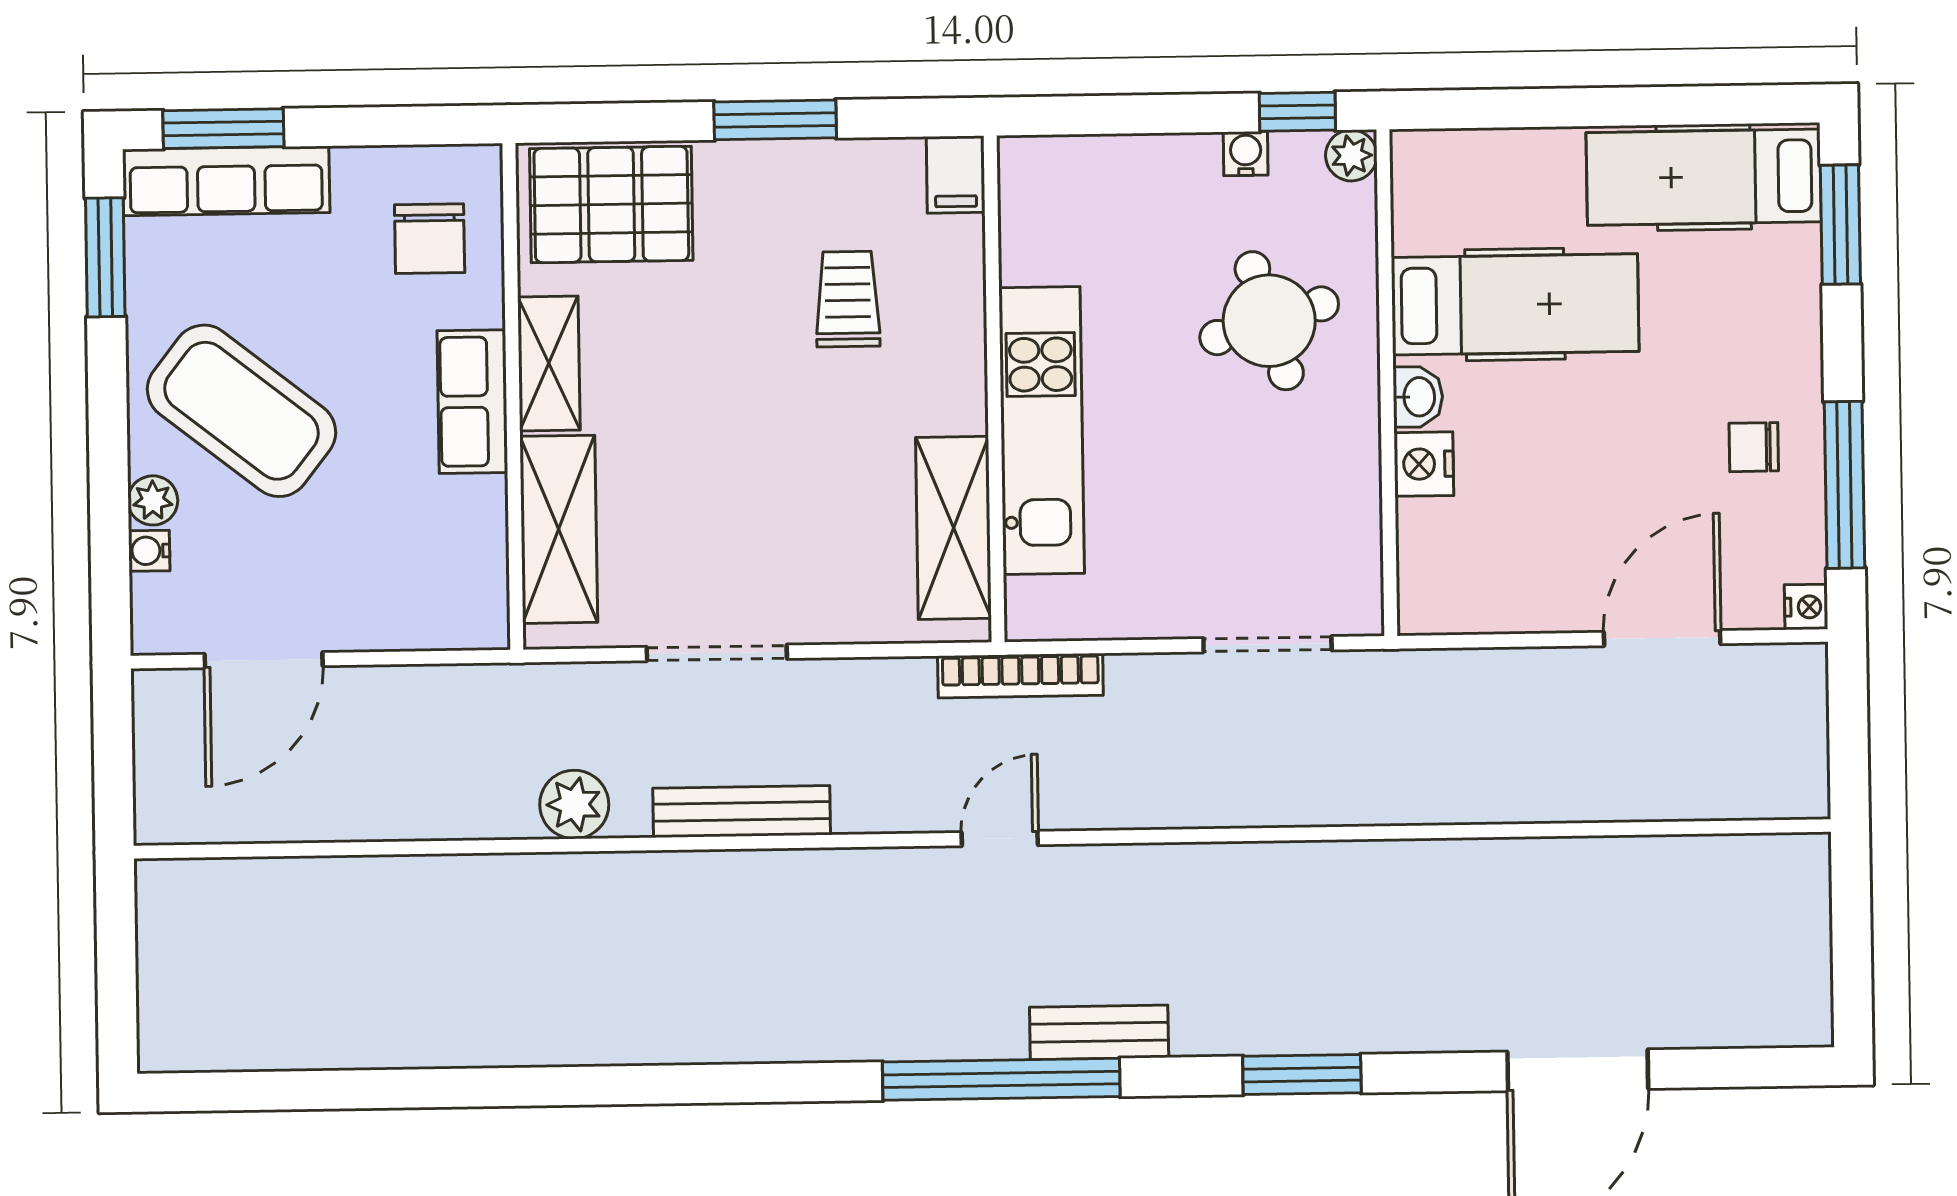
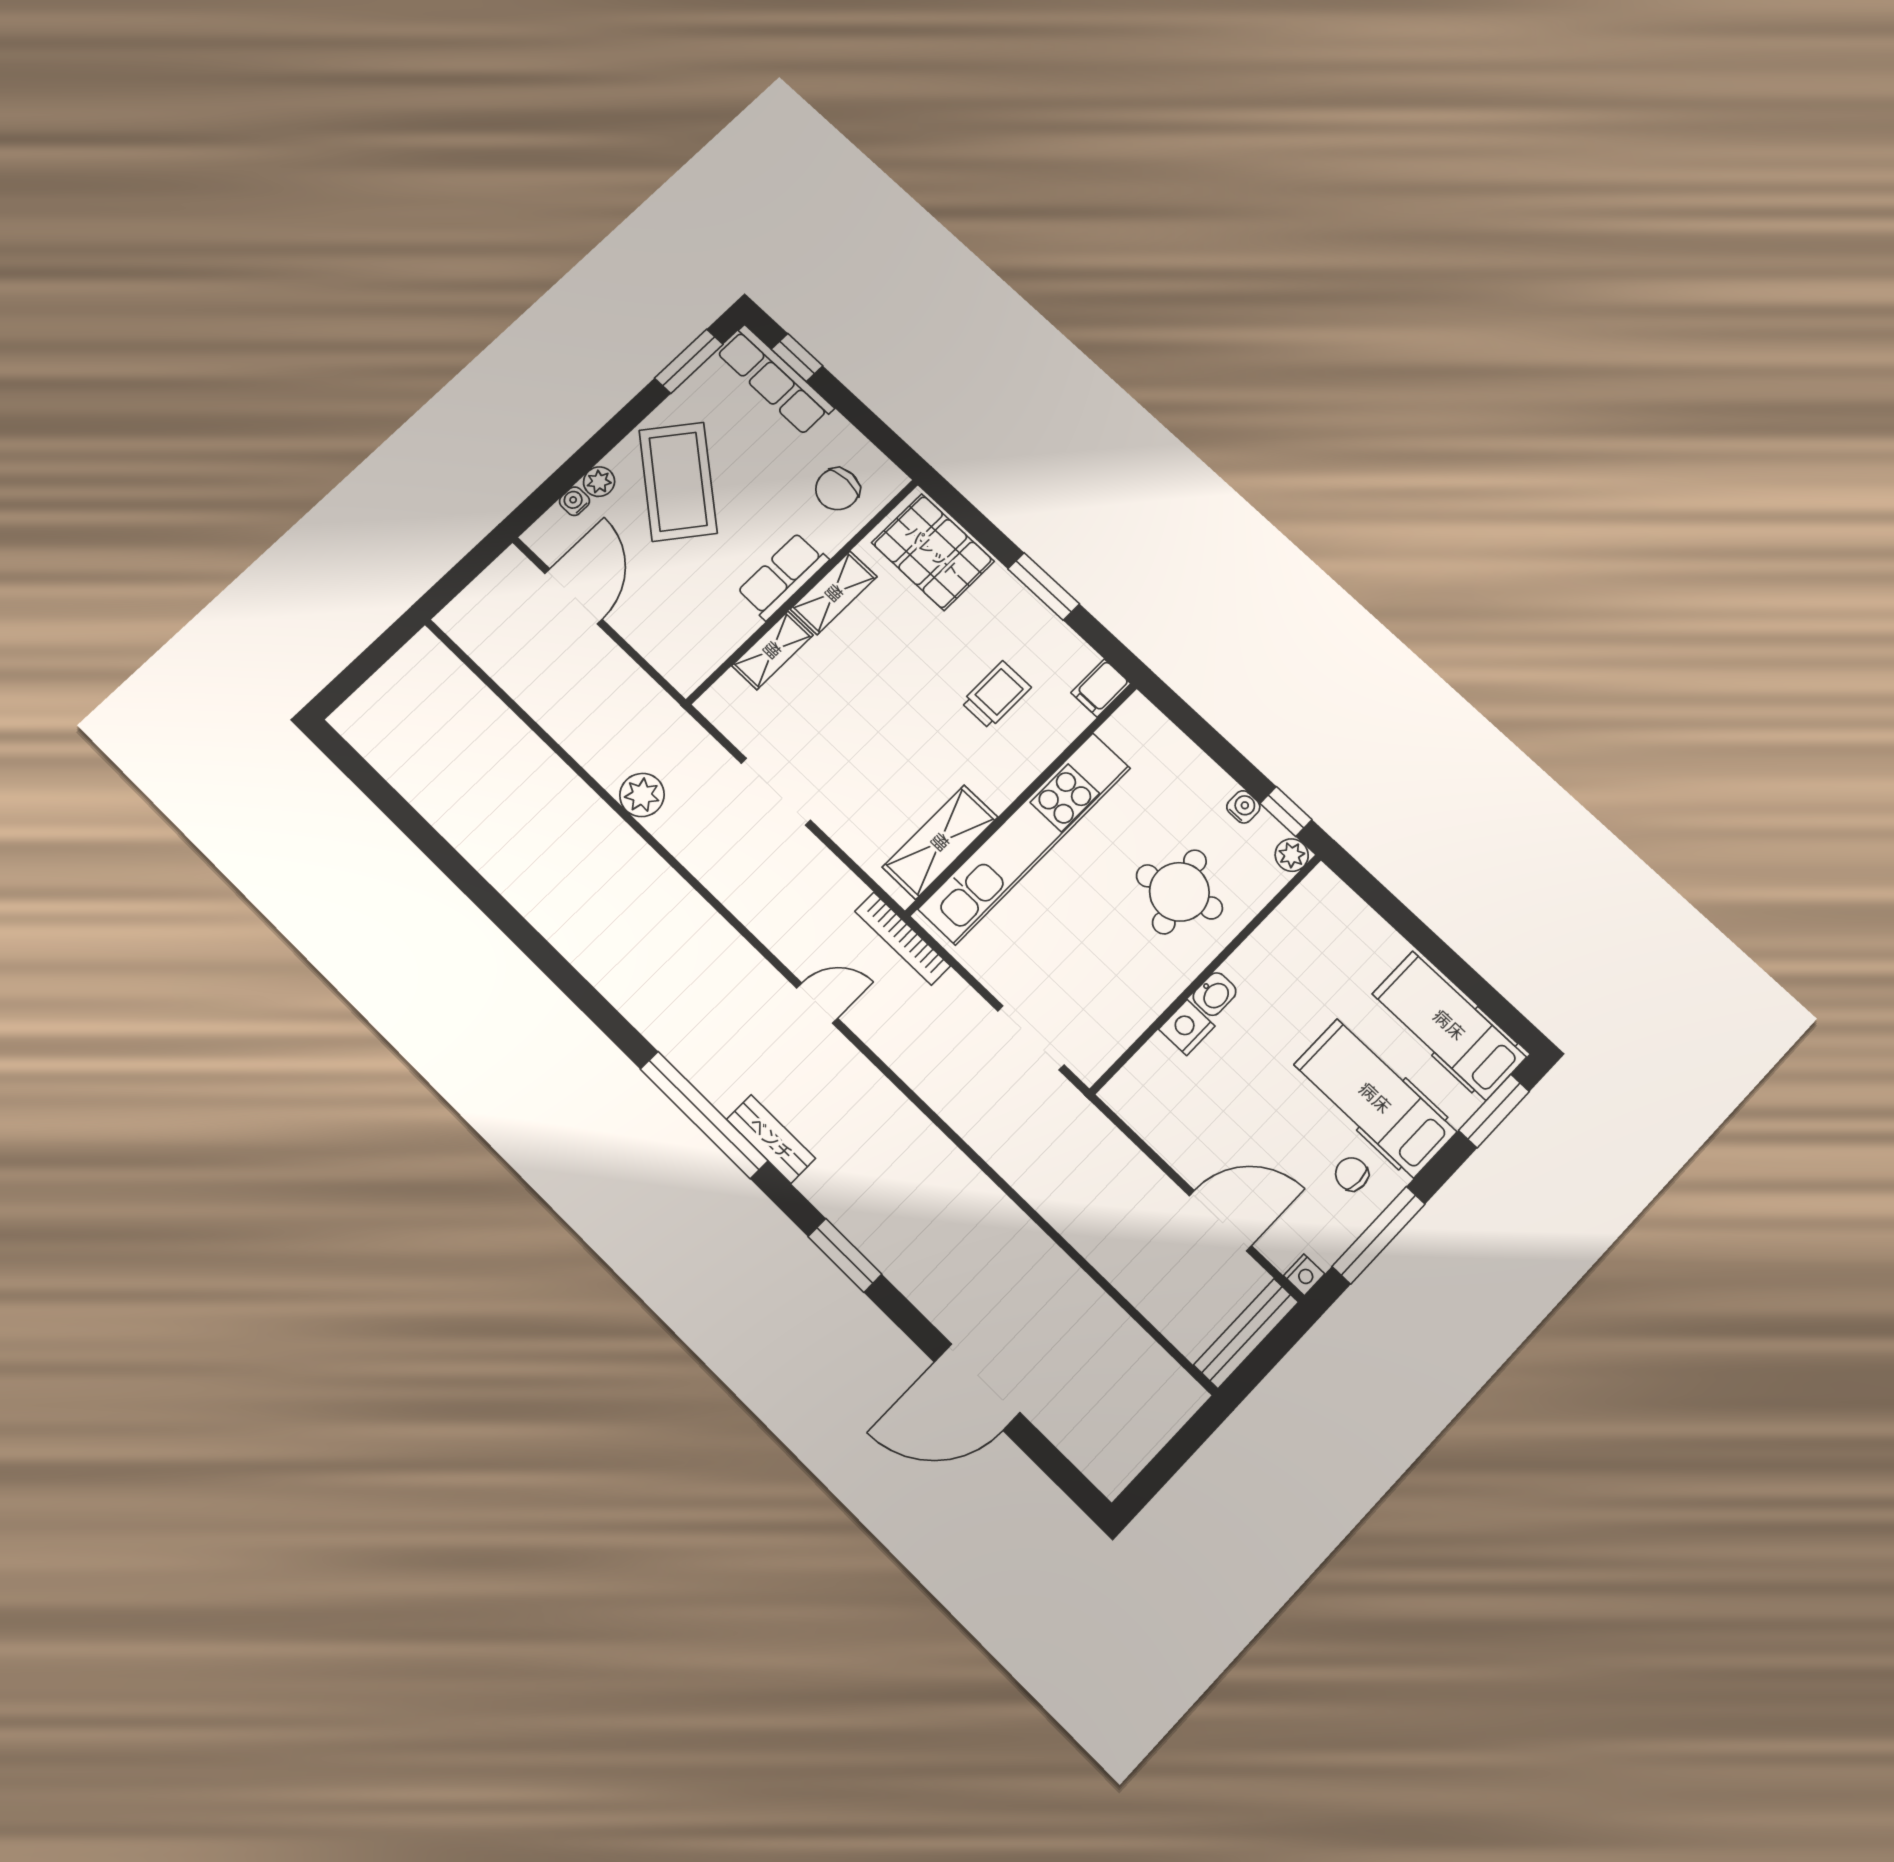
window: (223, 129) -> (797, 357), width x0.67
hospital bed: (1515, 304) -> (1375, 1098), moved, turned 180
kitchen unit: (1042, 430) -> (1025, 838), width x1.36
shelving: (559, 529) -> (772, 650), width x0.67, depth x0.75
door: (264, 660) -> (573, 596), swing flipped
bench: (742, 812) -> (1246, 1333), moved, turned 90

